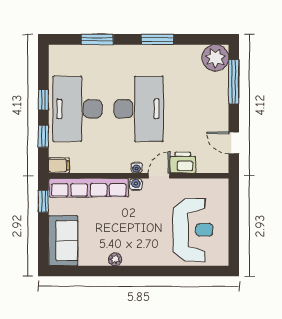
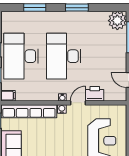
desk: (139, 109) -> (64, 56), turned 180

